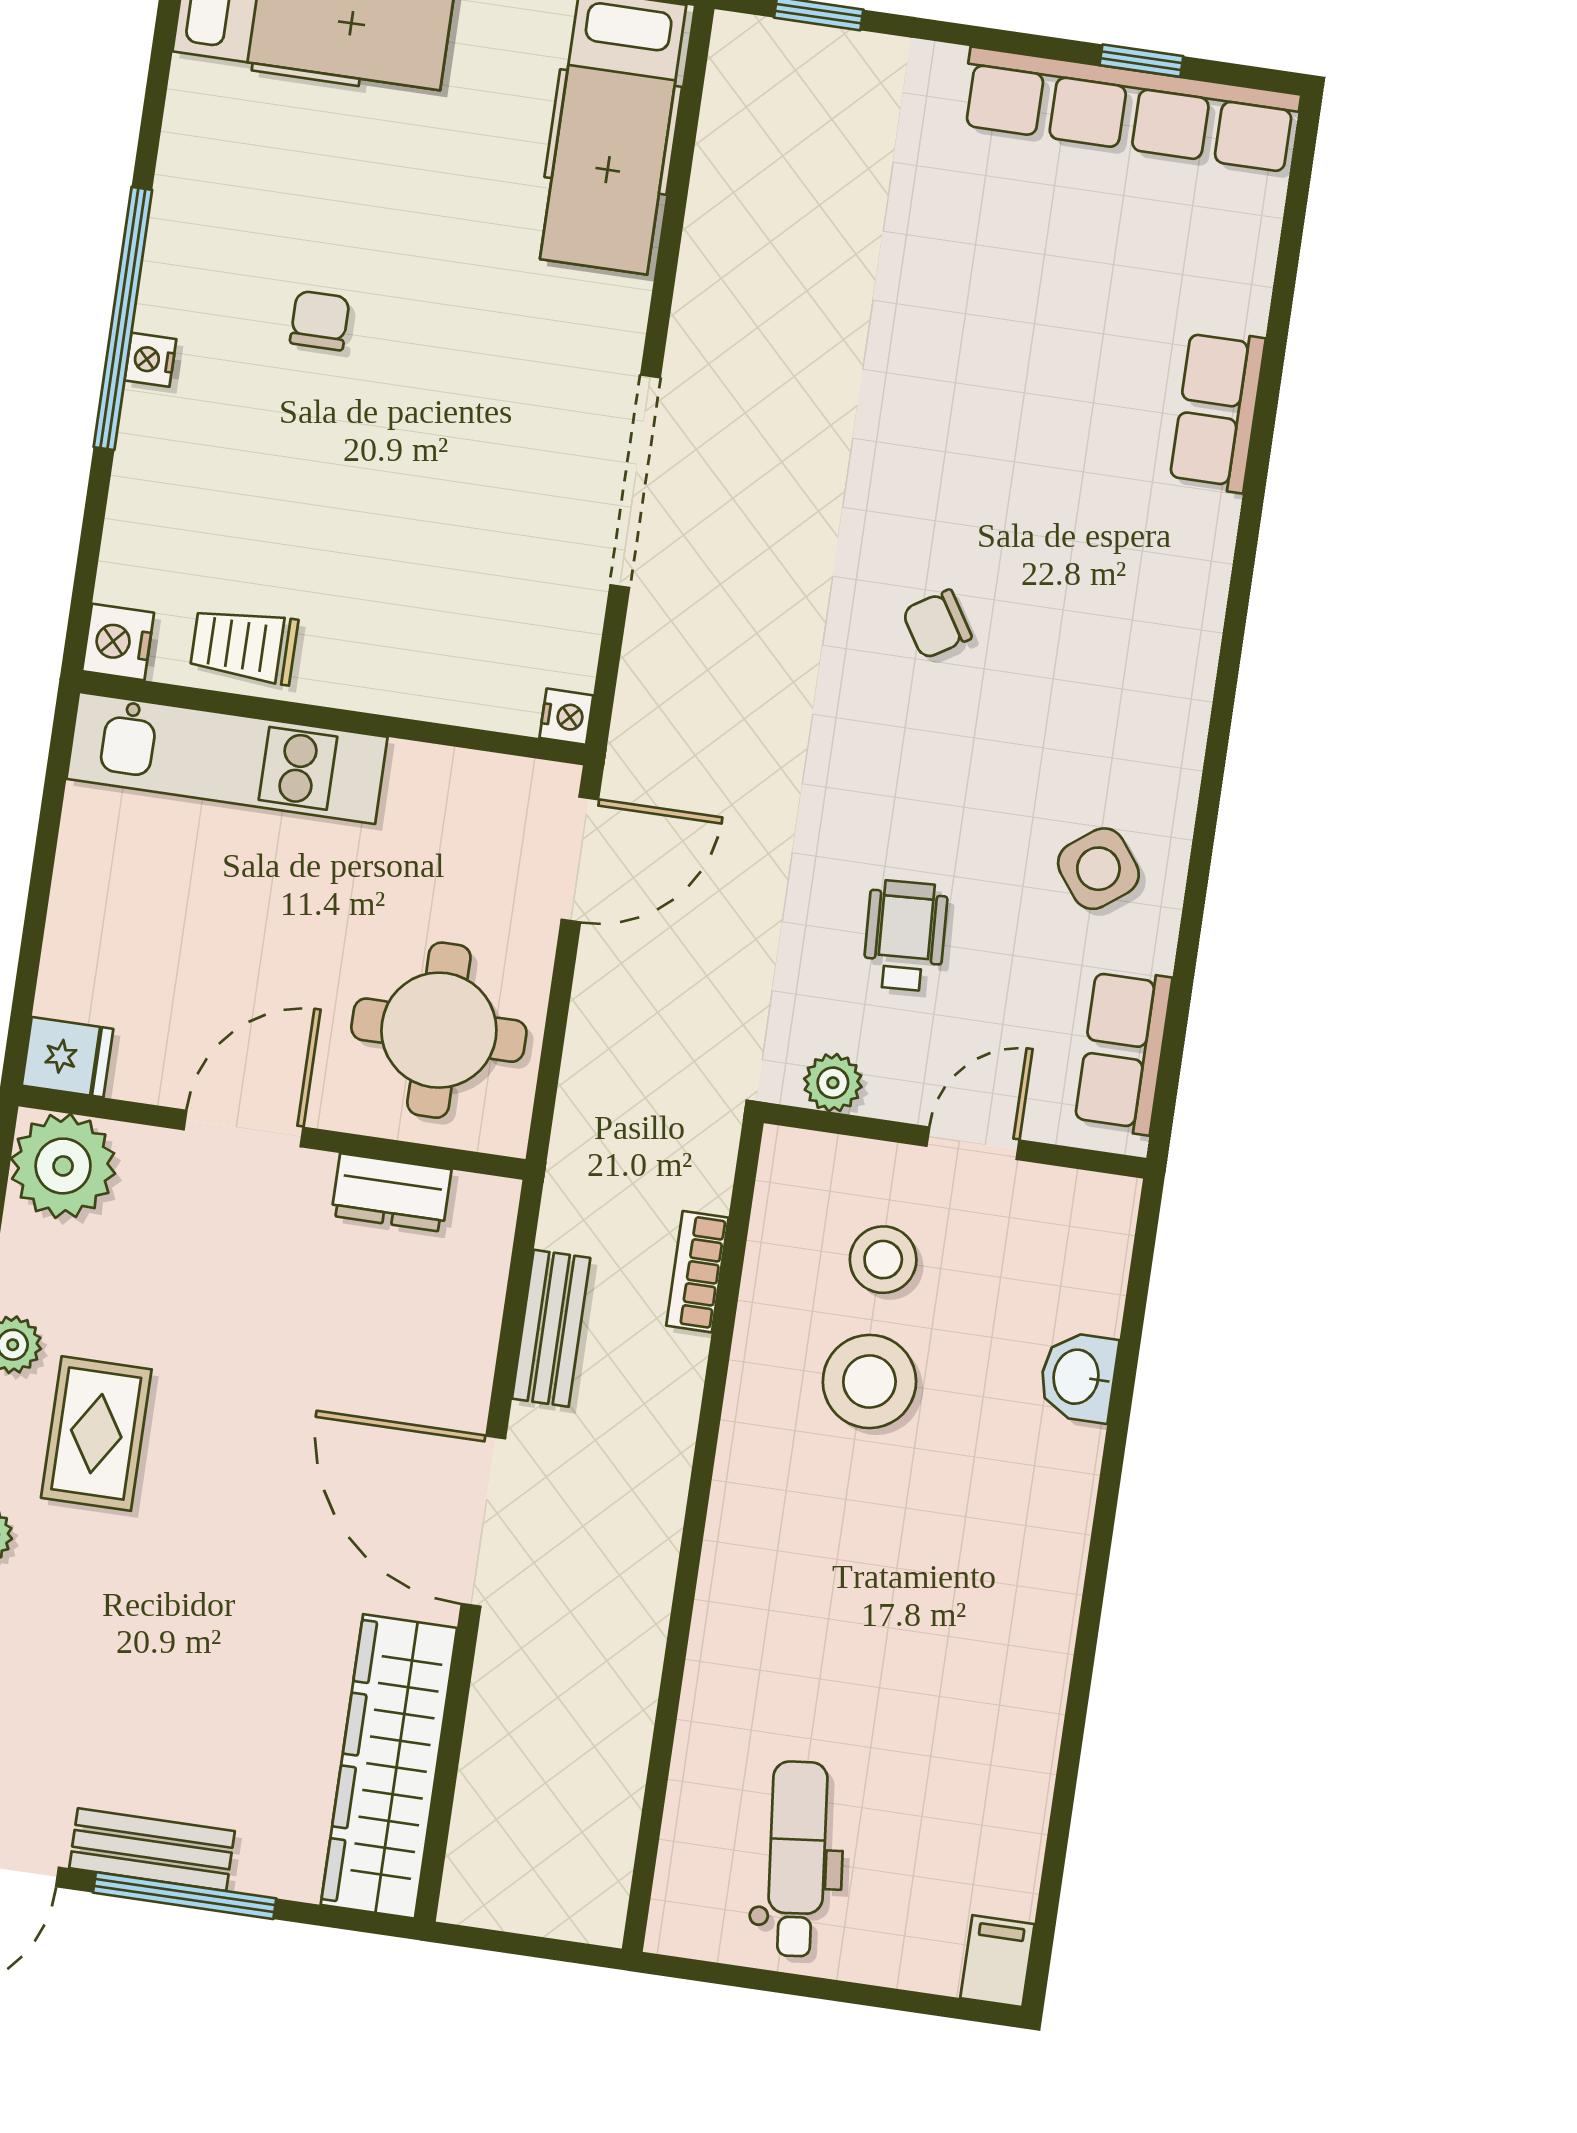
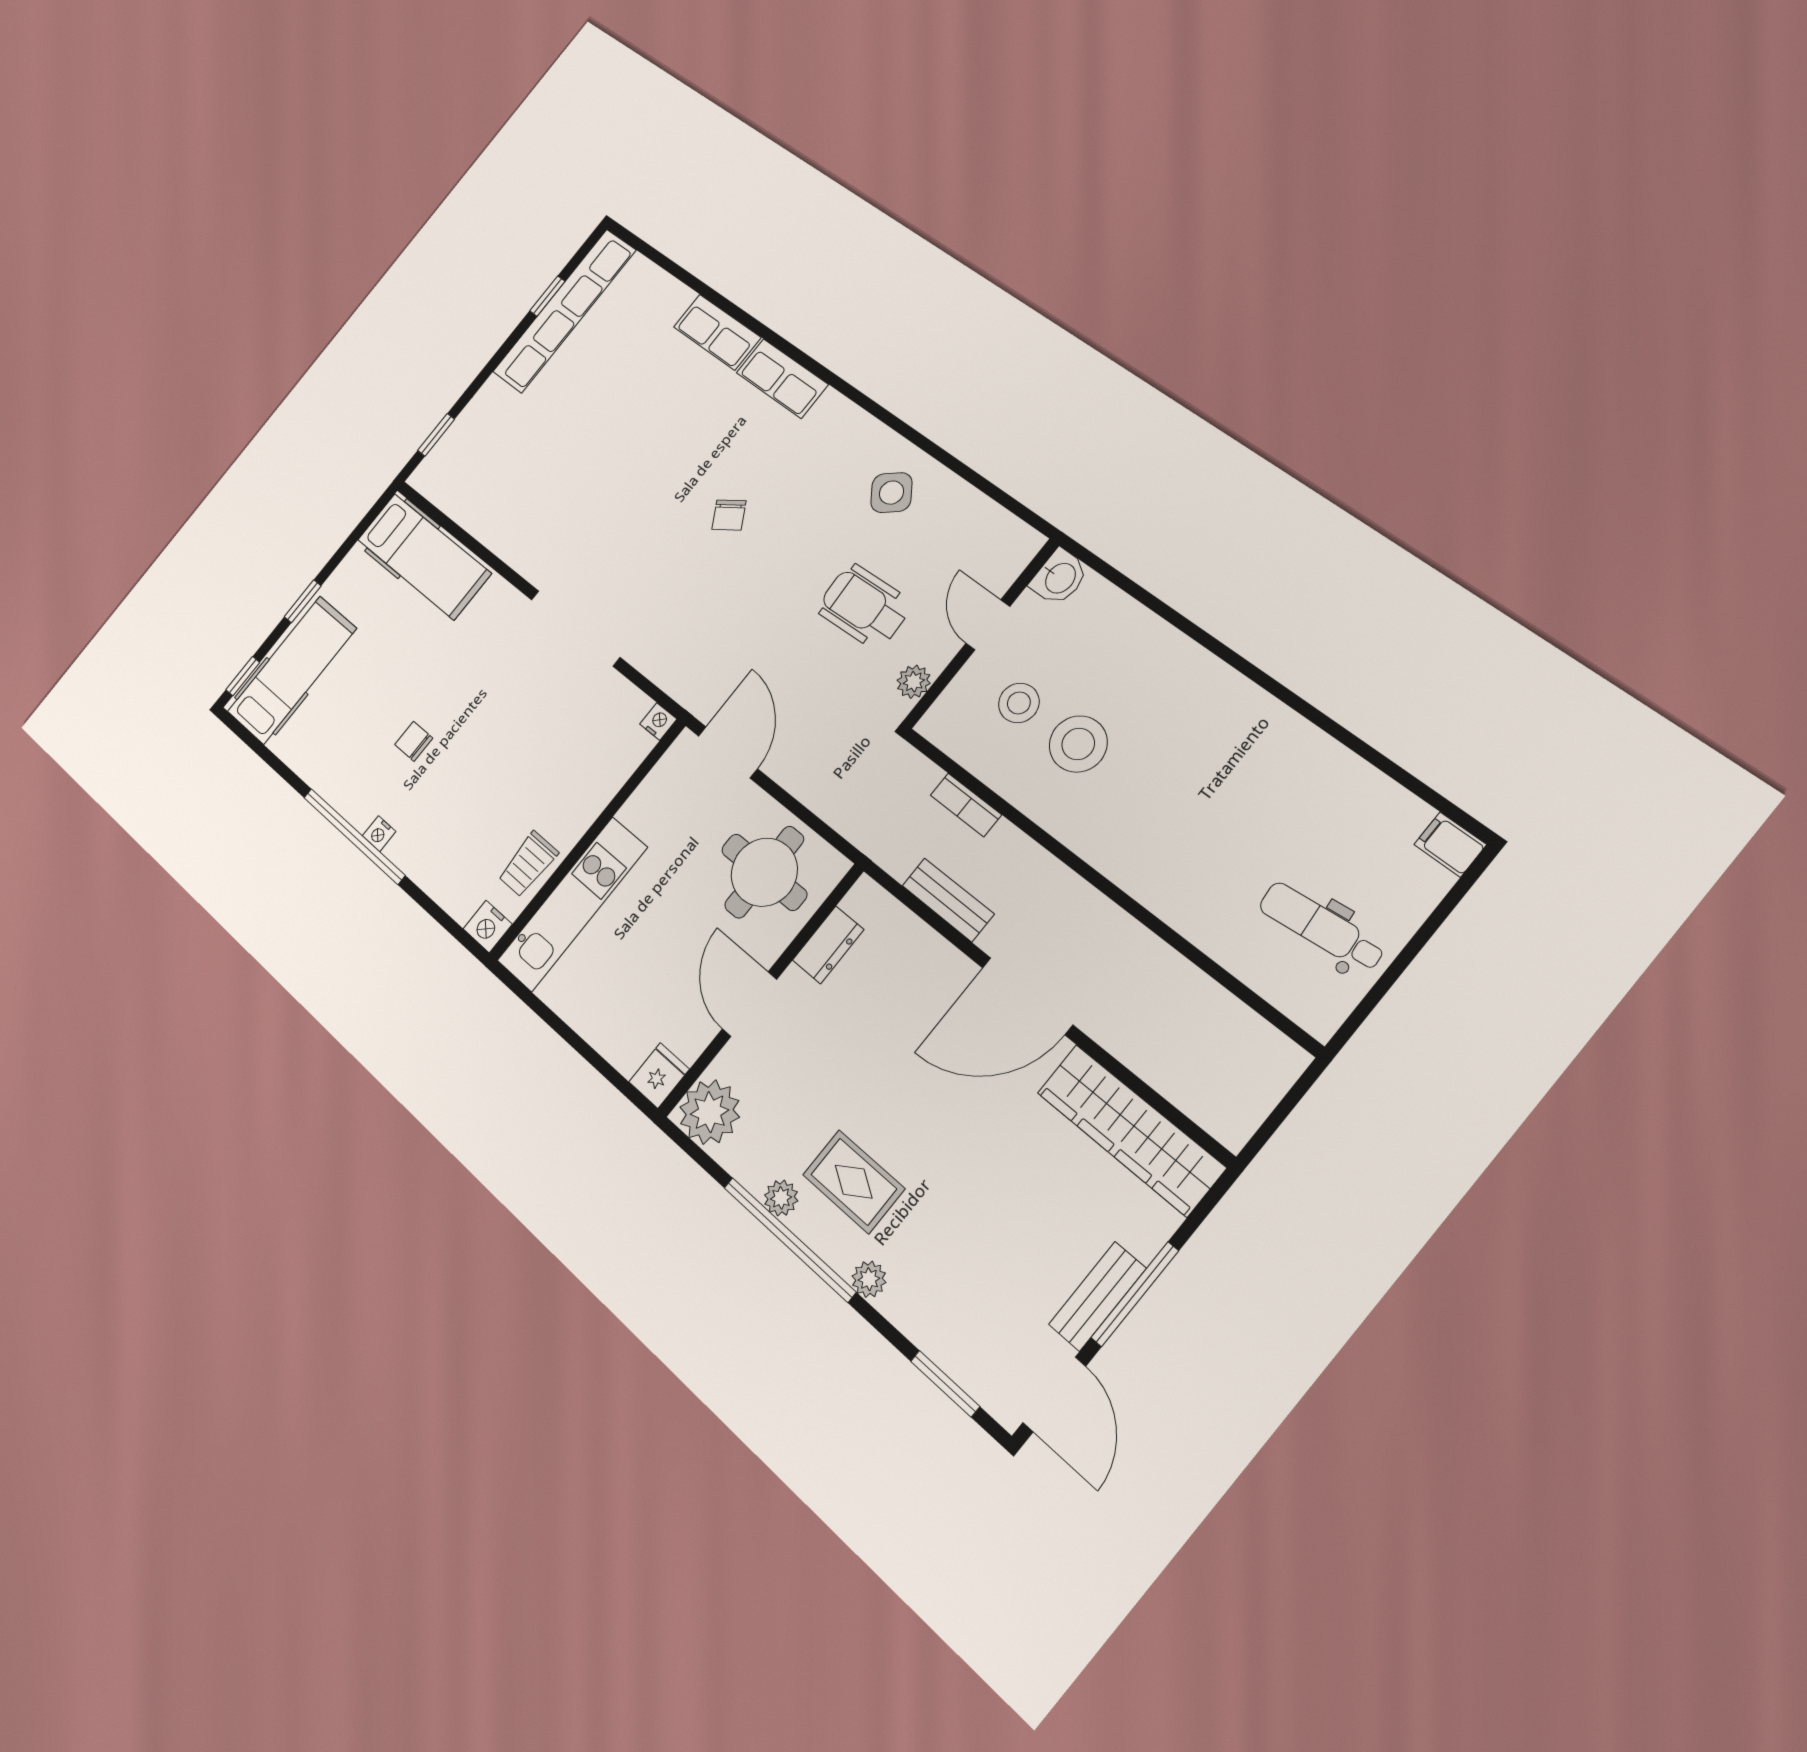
wheelchair: (905, 936) -> (864, 607), width x1.36, depth x1.37
row of seats: (1123, 1051) -> (782, 379), moved
washbasin: (1078, 1377) -> (1059, 577), moved, turned -90

